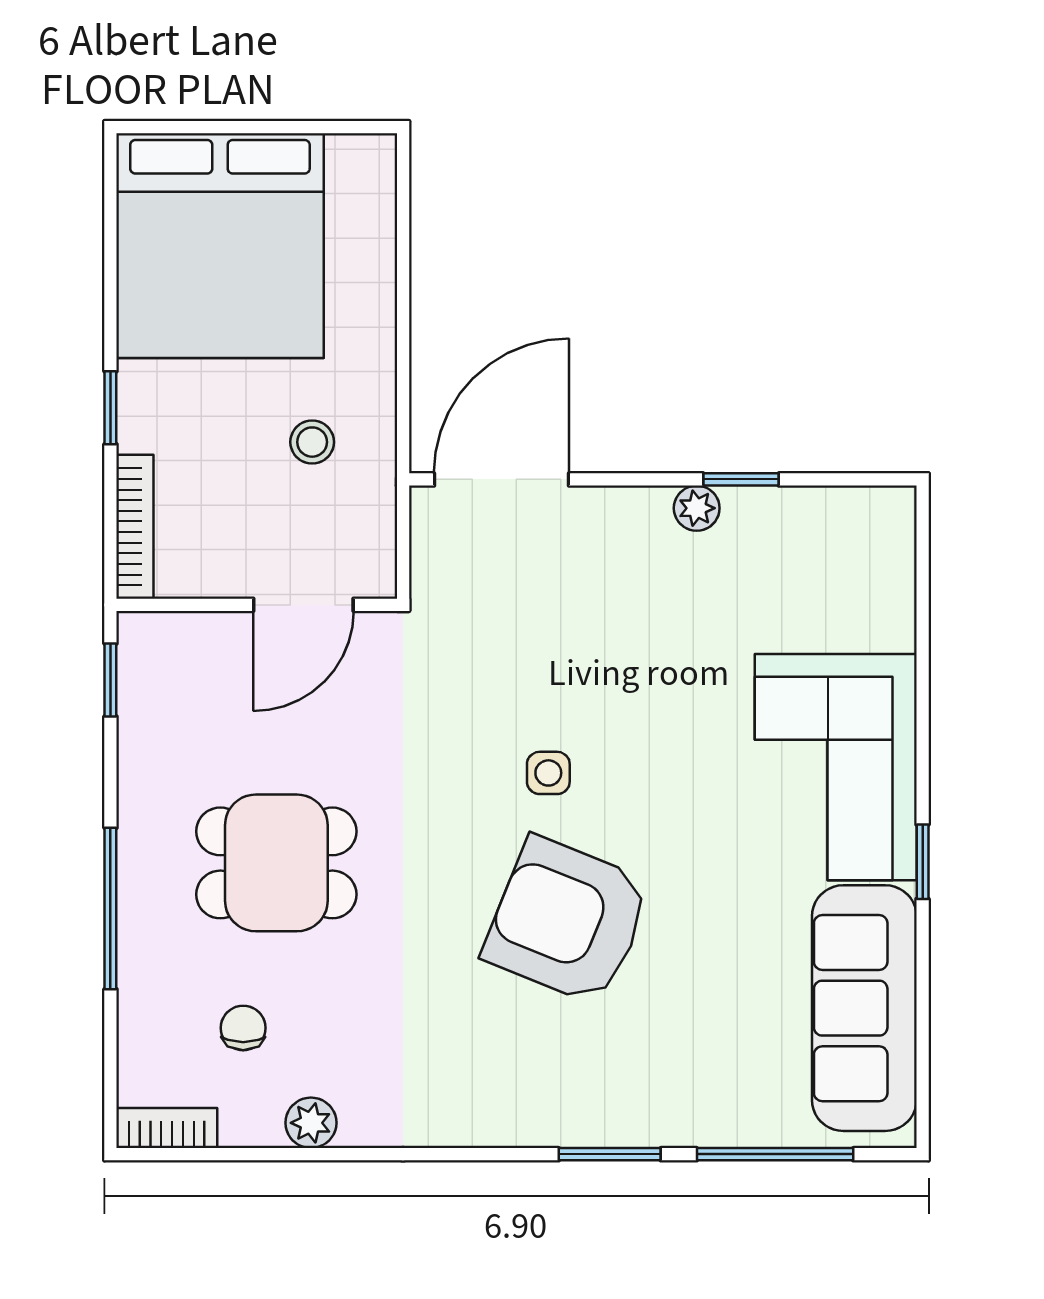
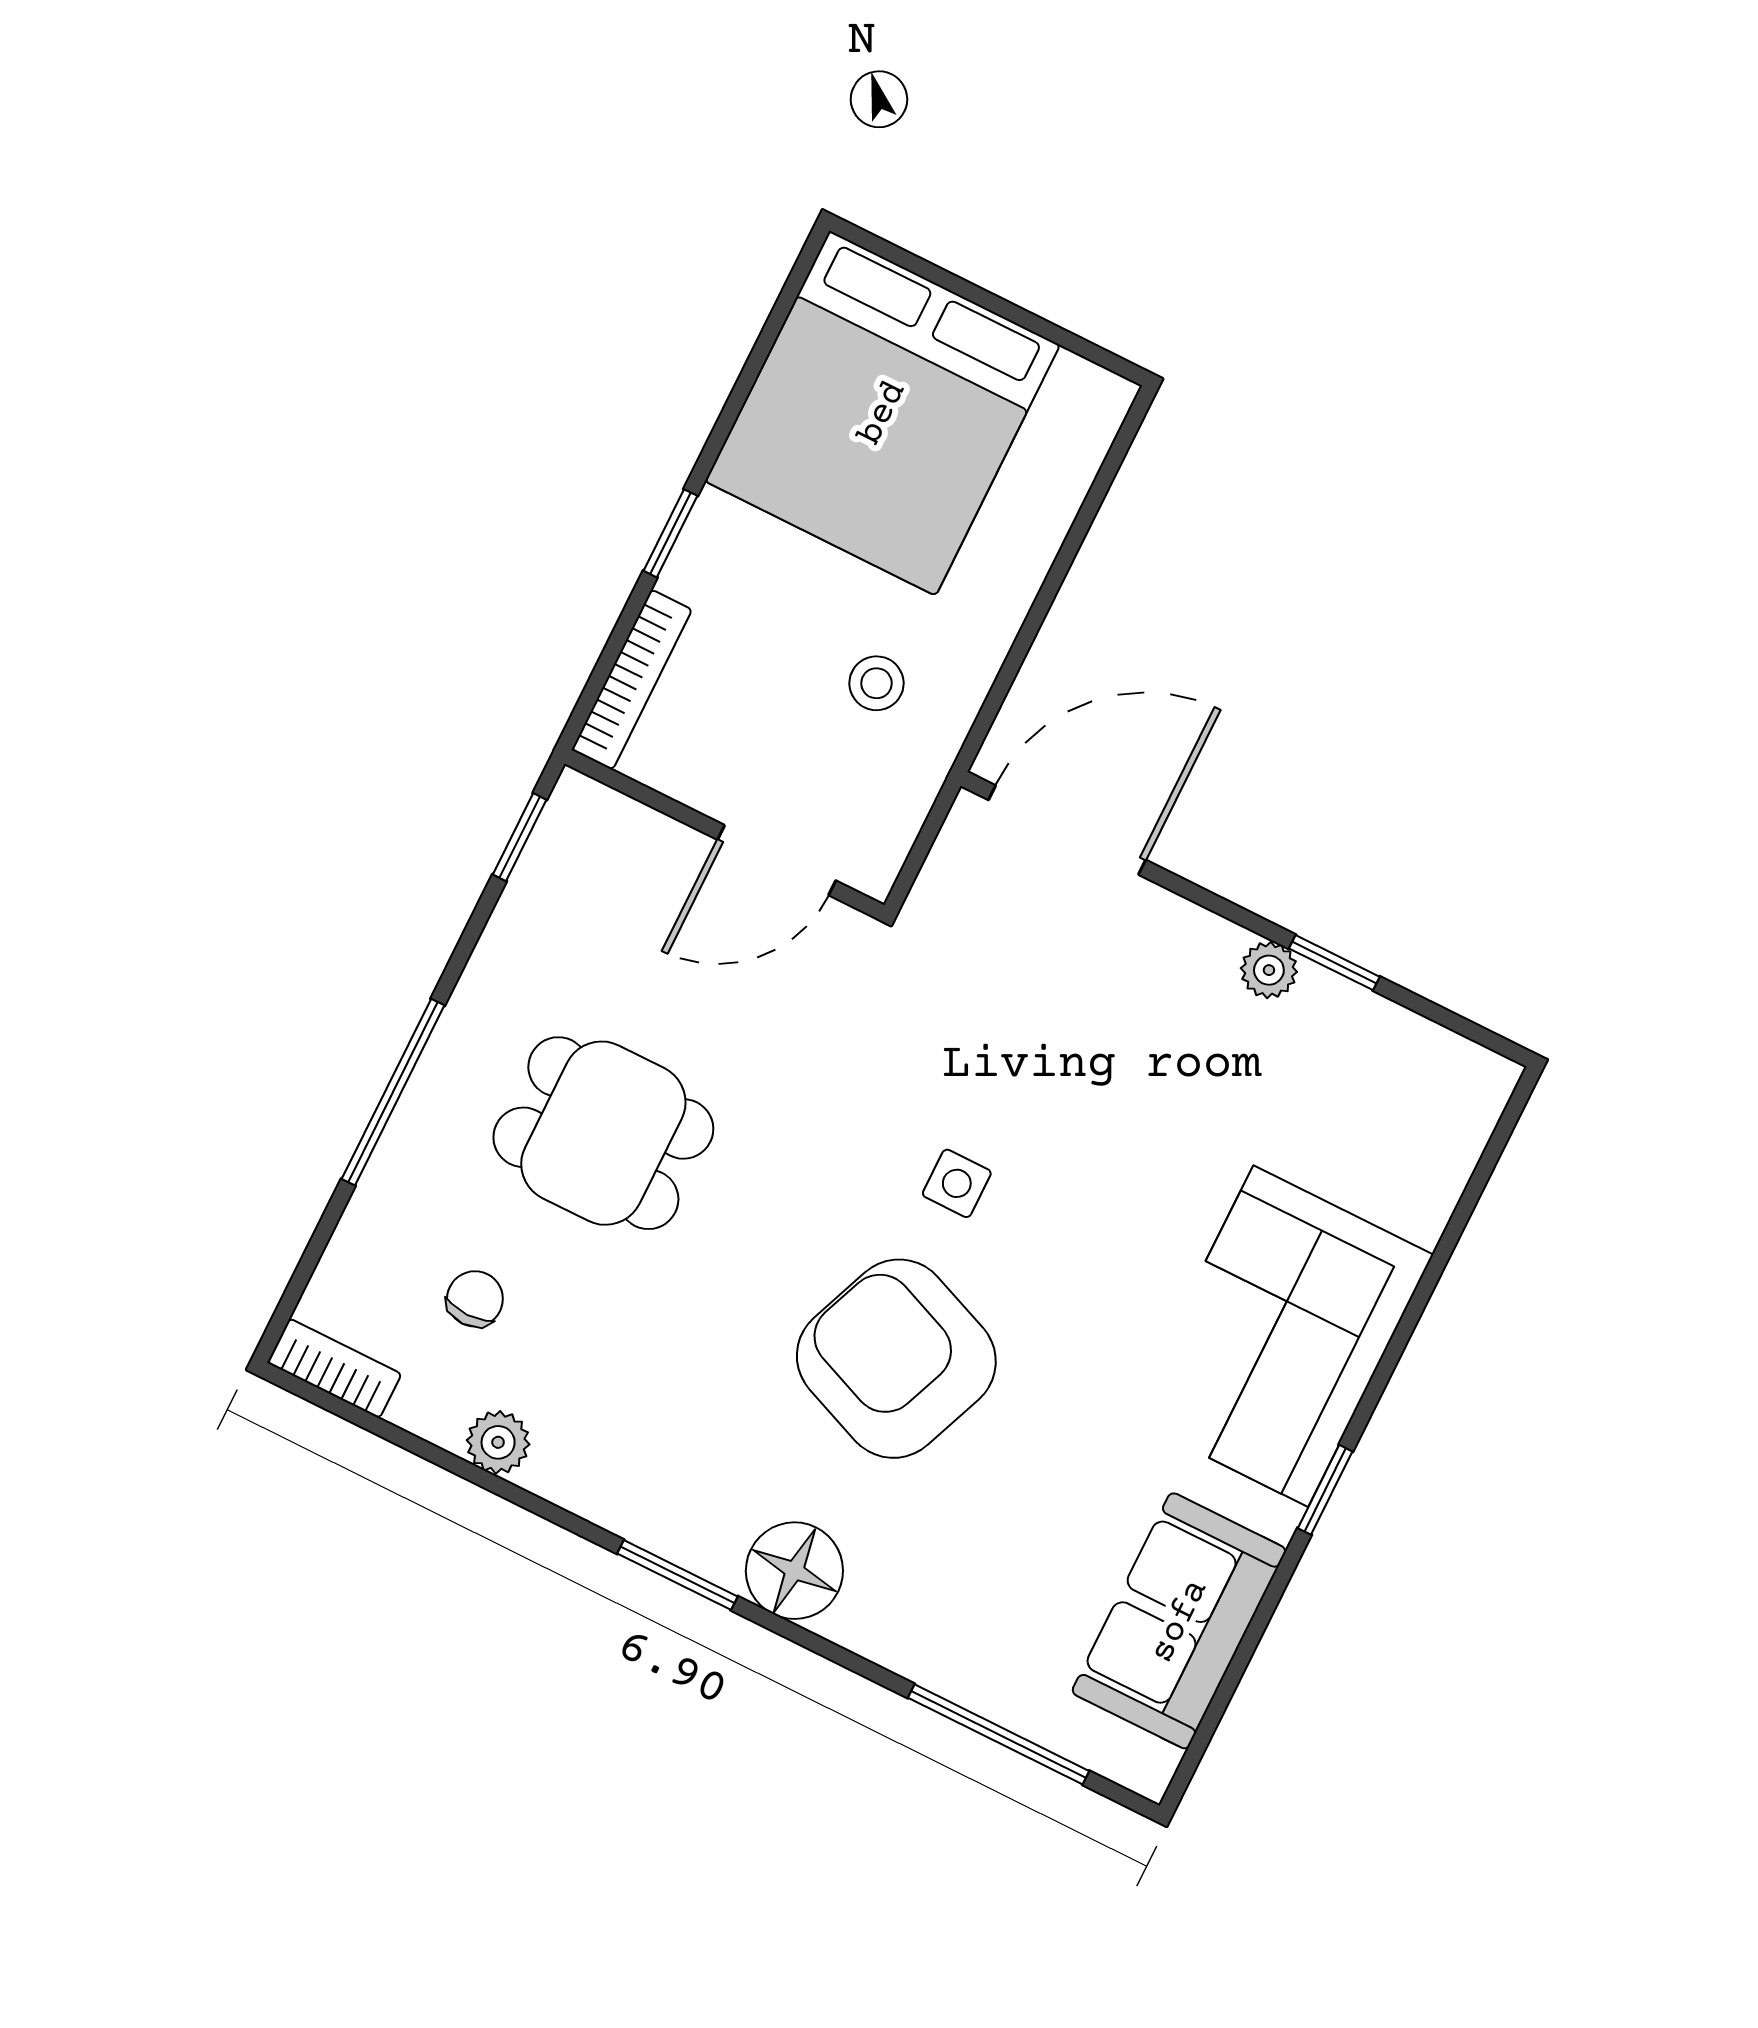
sofa: (864, 1008) -> (1179, 1621), width x0.73
floor lamp: (570, 1109) -> (794, 1571), added
window: (610, 1154) -> (677, 1575), moved

